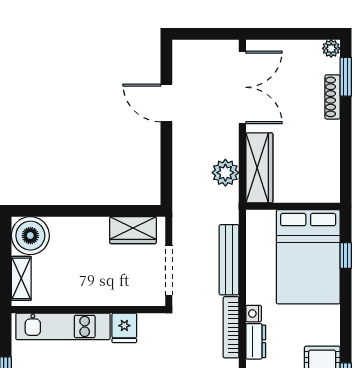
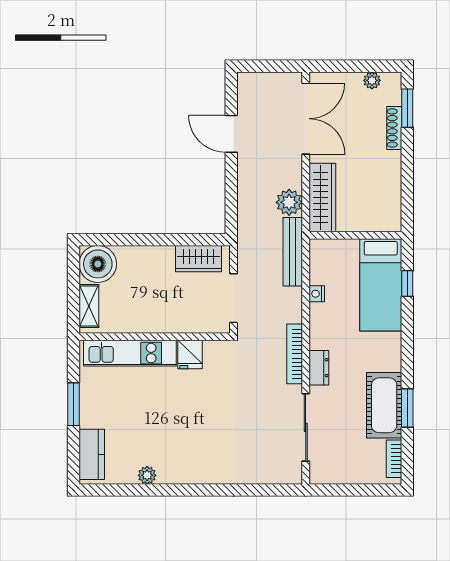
plant: (331, 48) -> (372, 80), moved
bed: (308, 257) -> (381, 285), width x0.67
bench: (229, 260) -> (293, 252), moved
nightstand: (254, 314) -> (317, 294), moved

